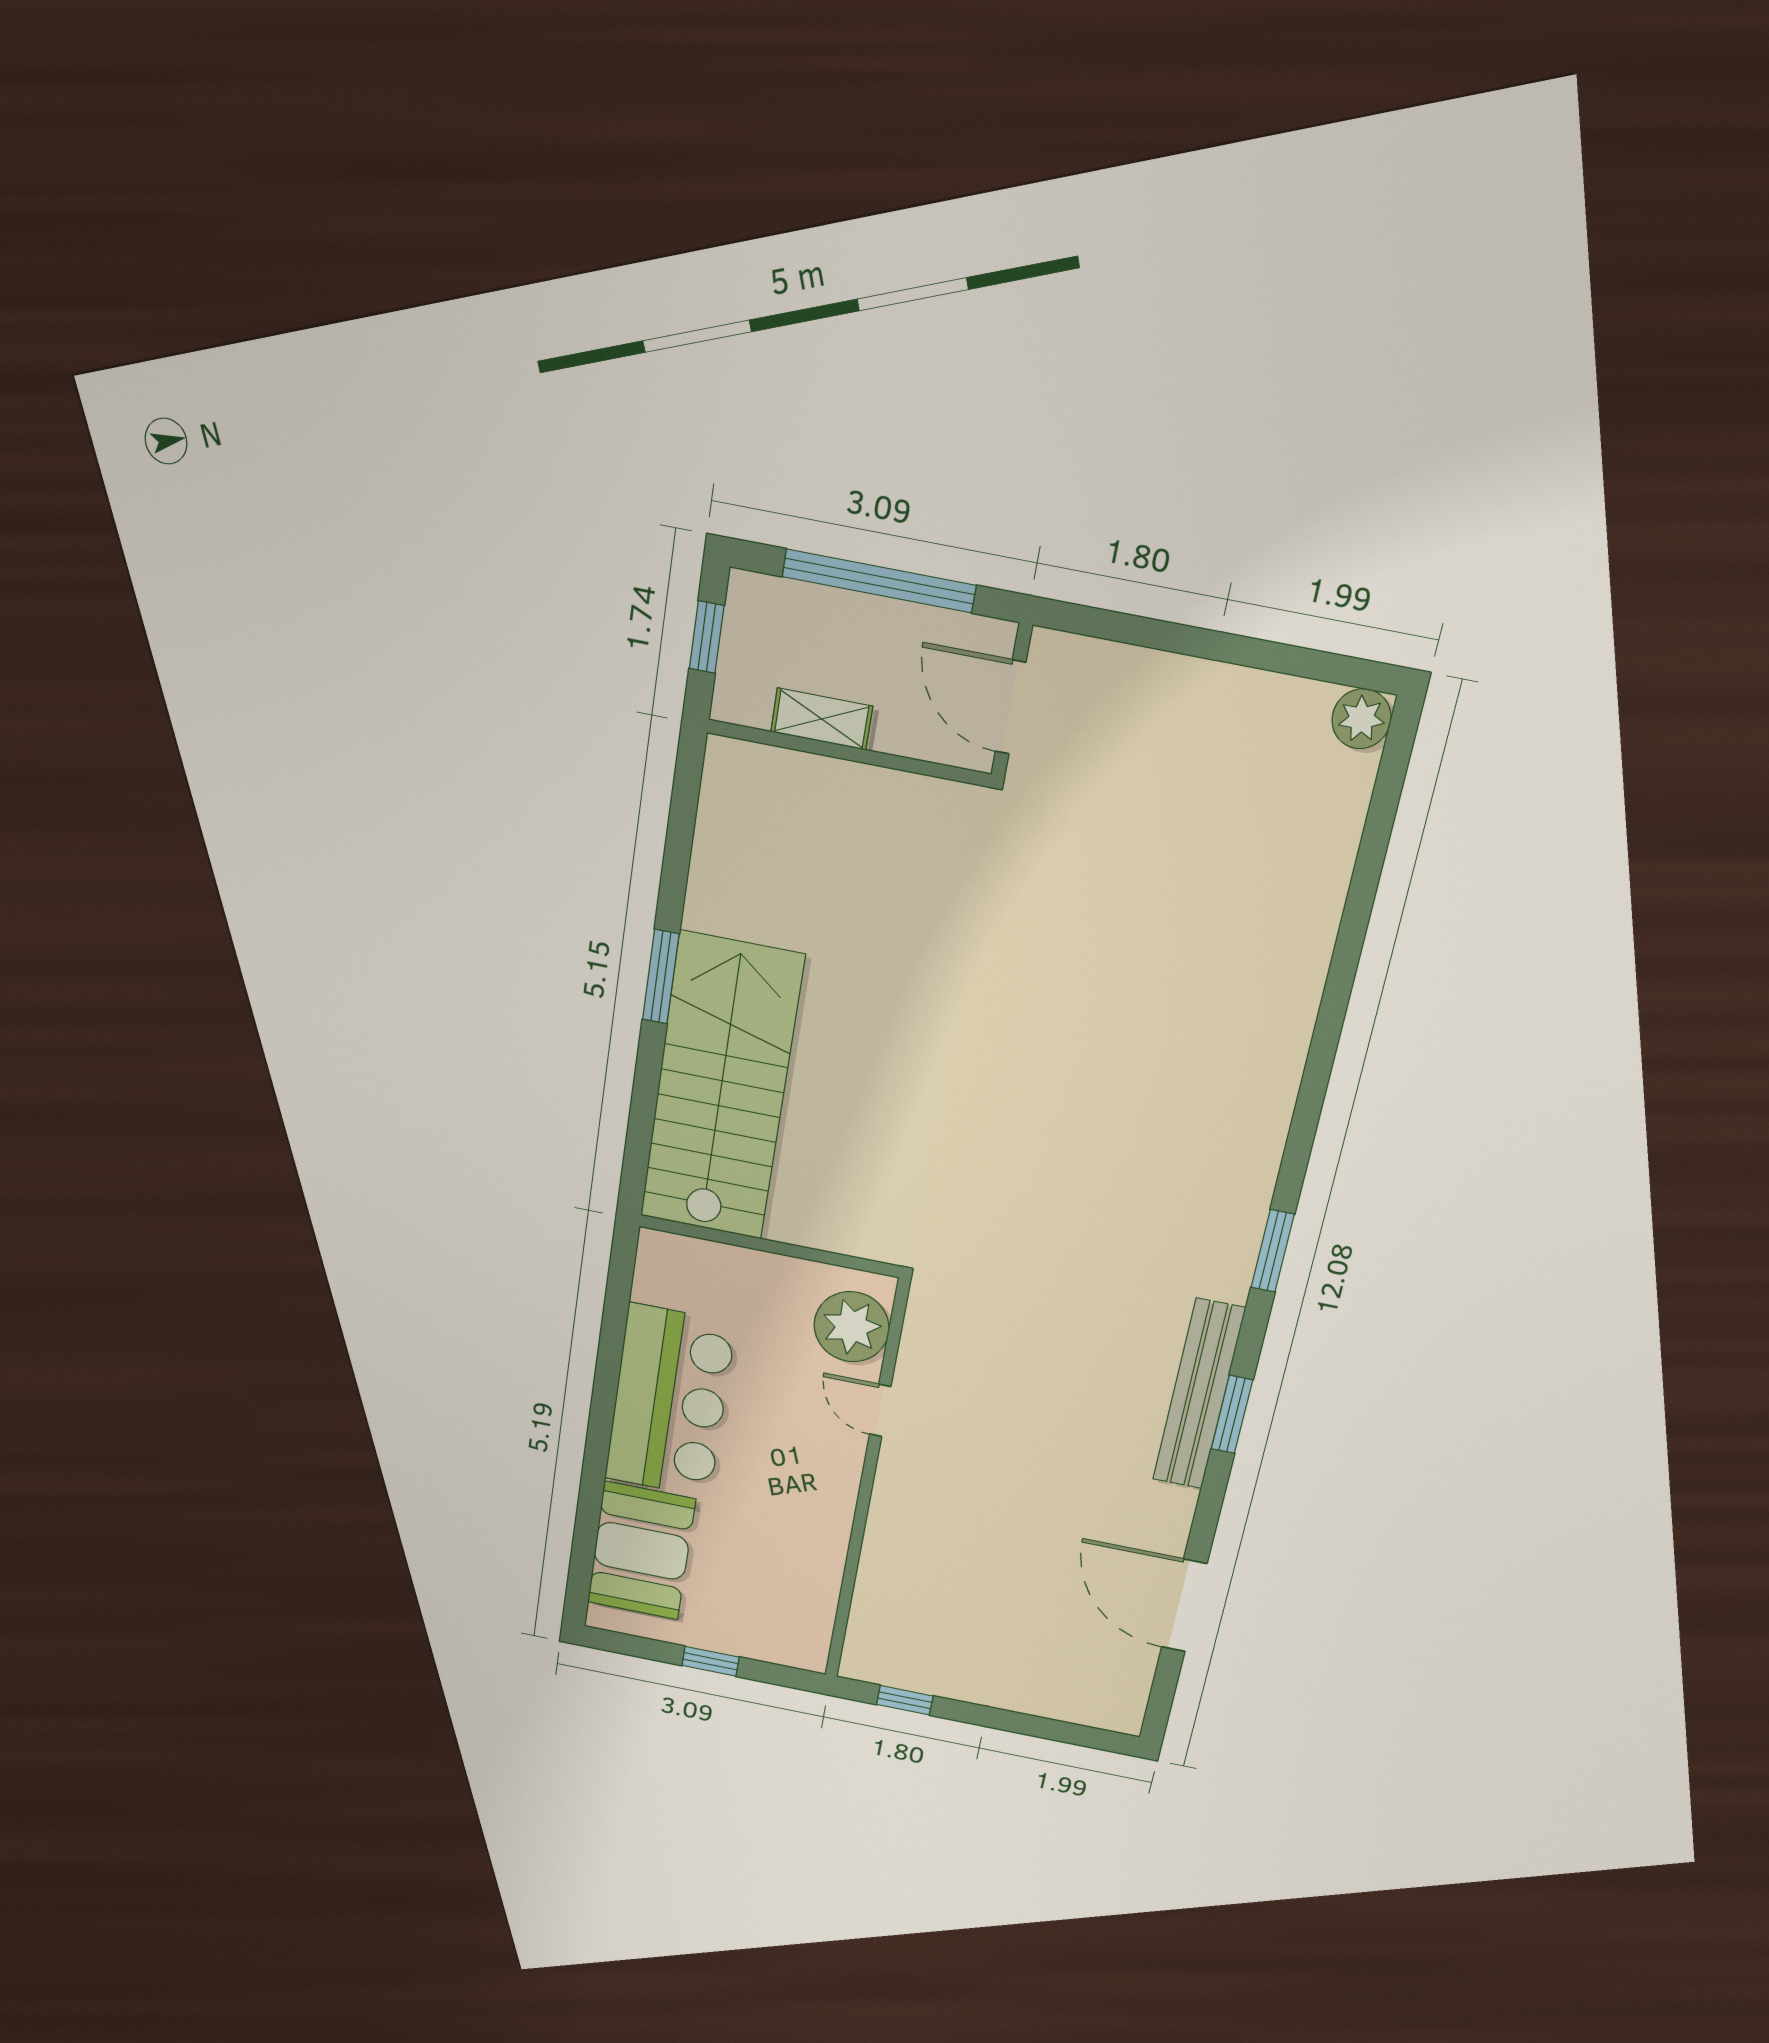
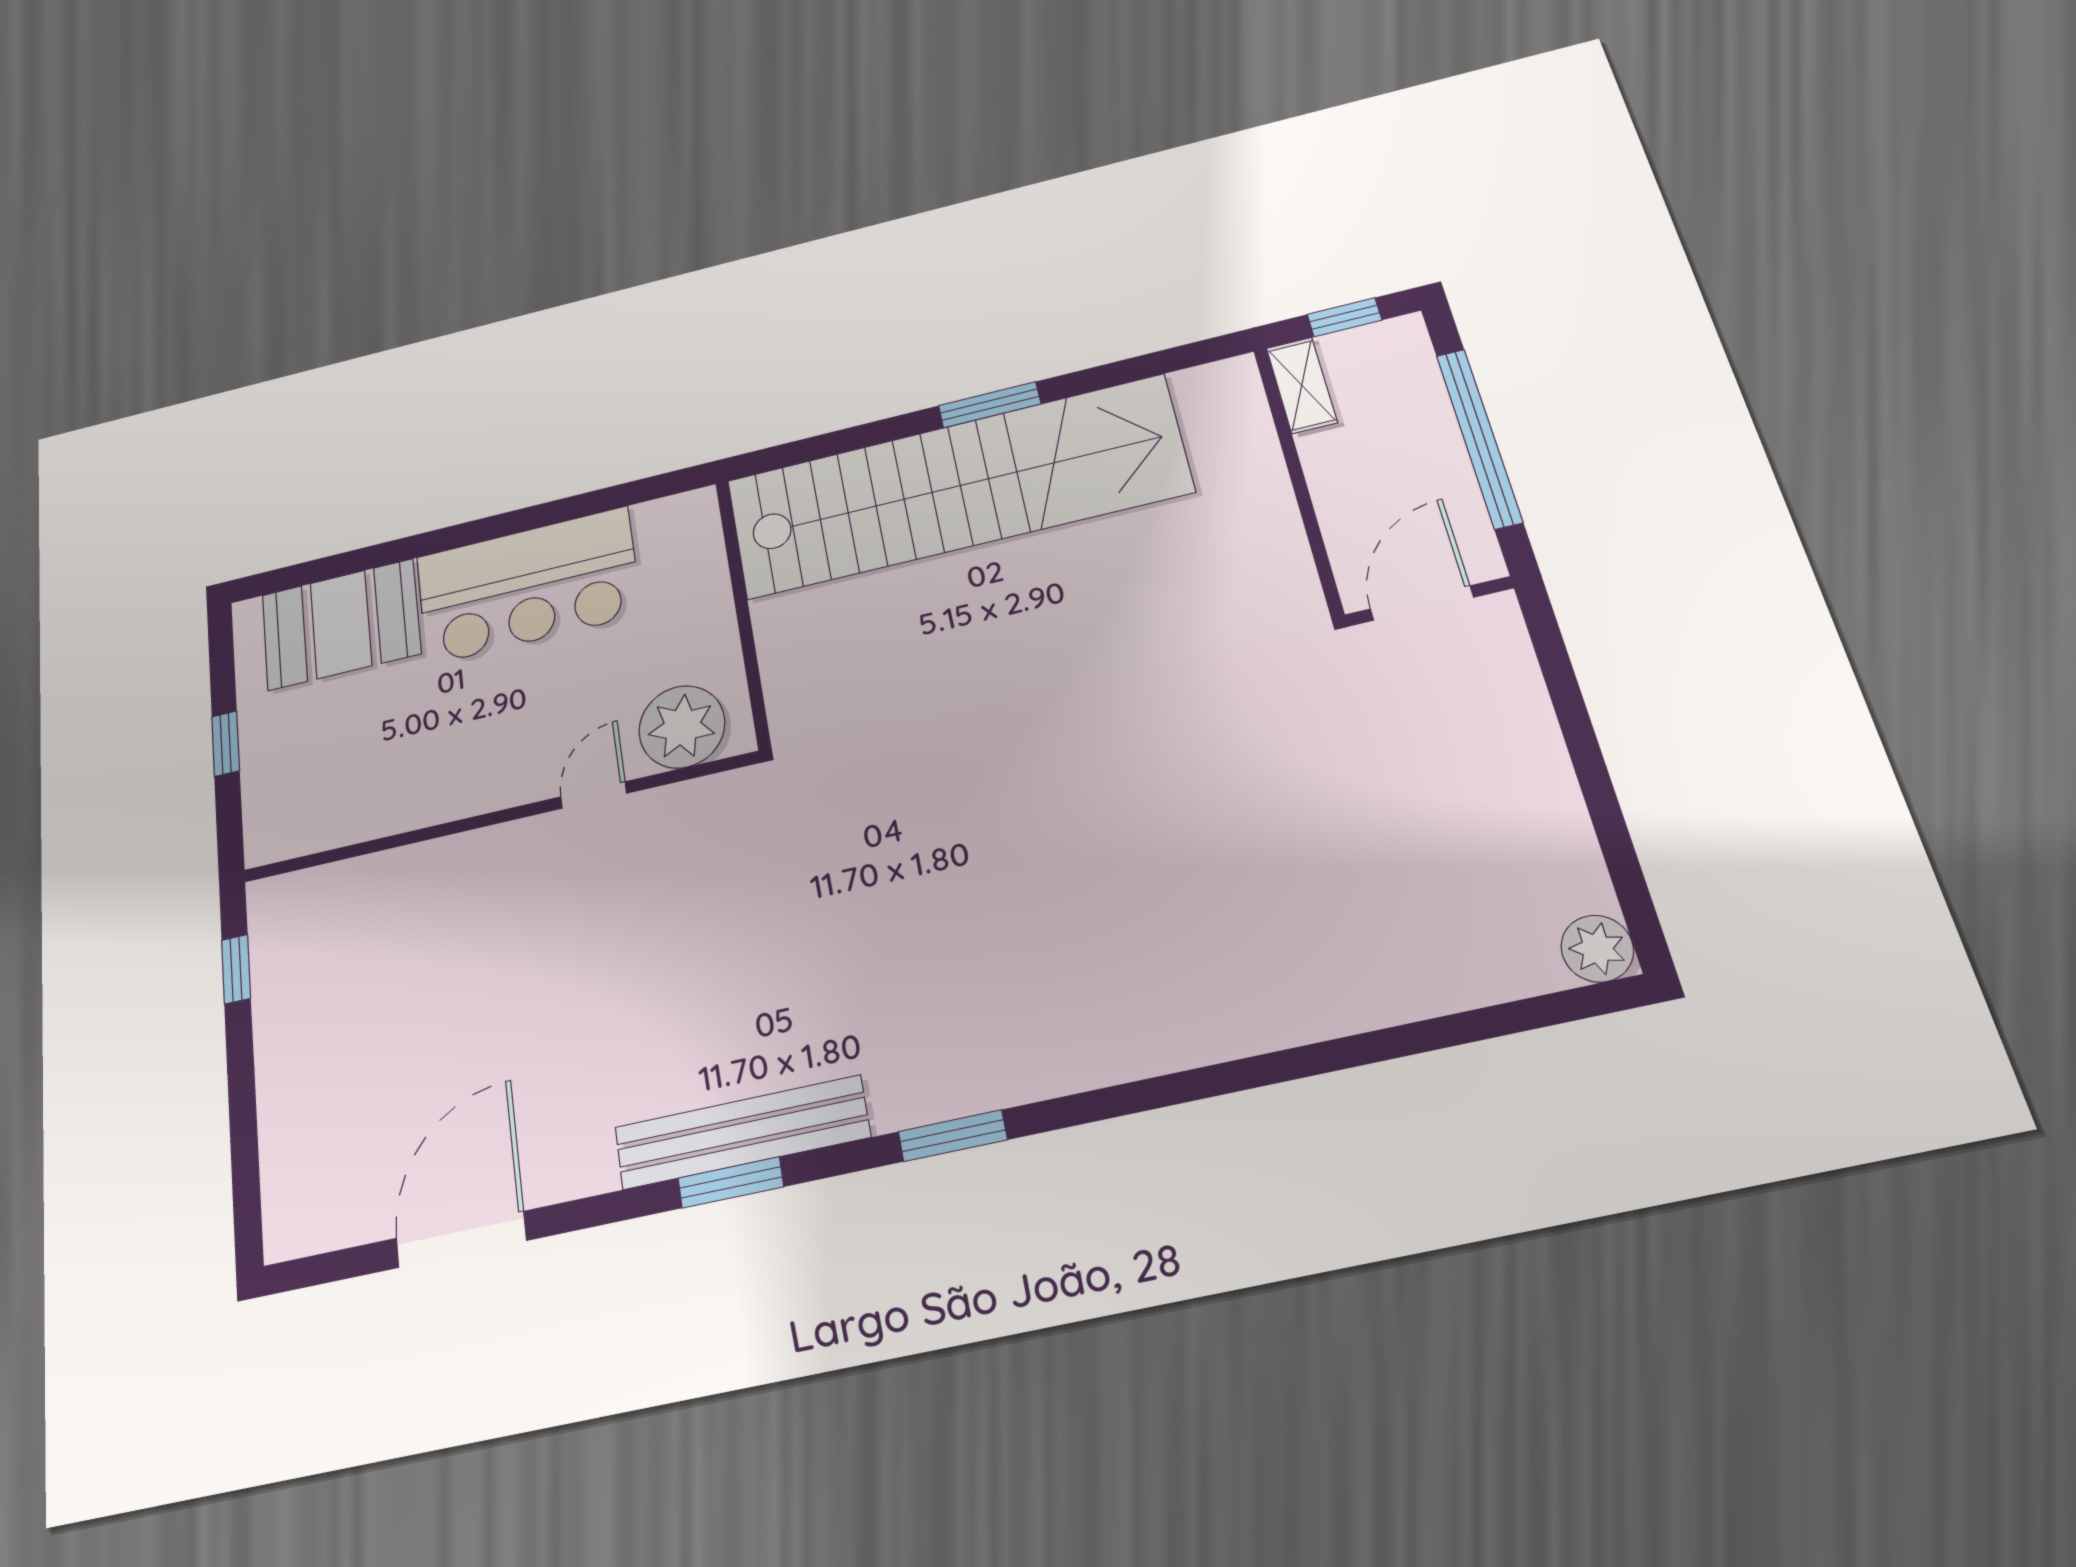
shelving: (822, 719) -> (1302, 385), moved
stairs: (721, 1088) -> (956, 487), width x1.36

